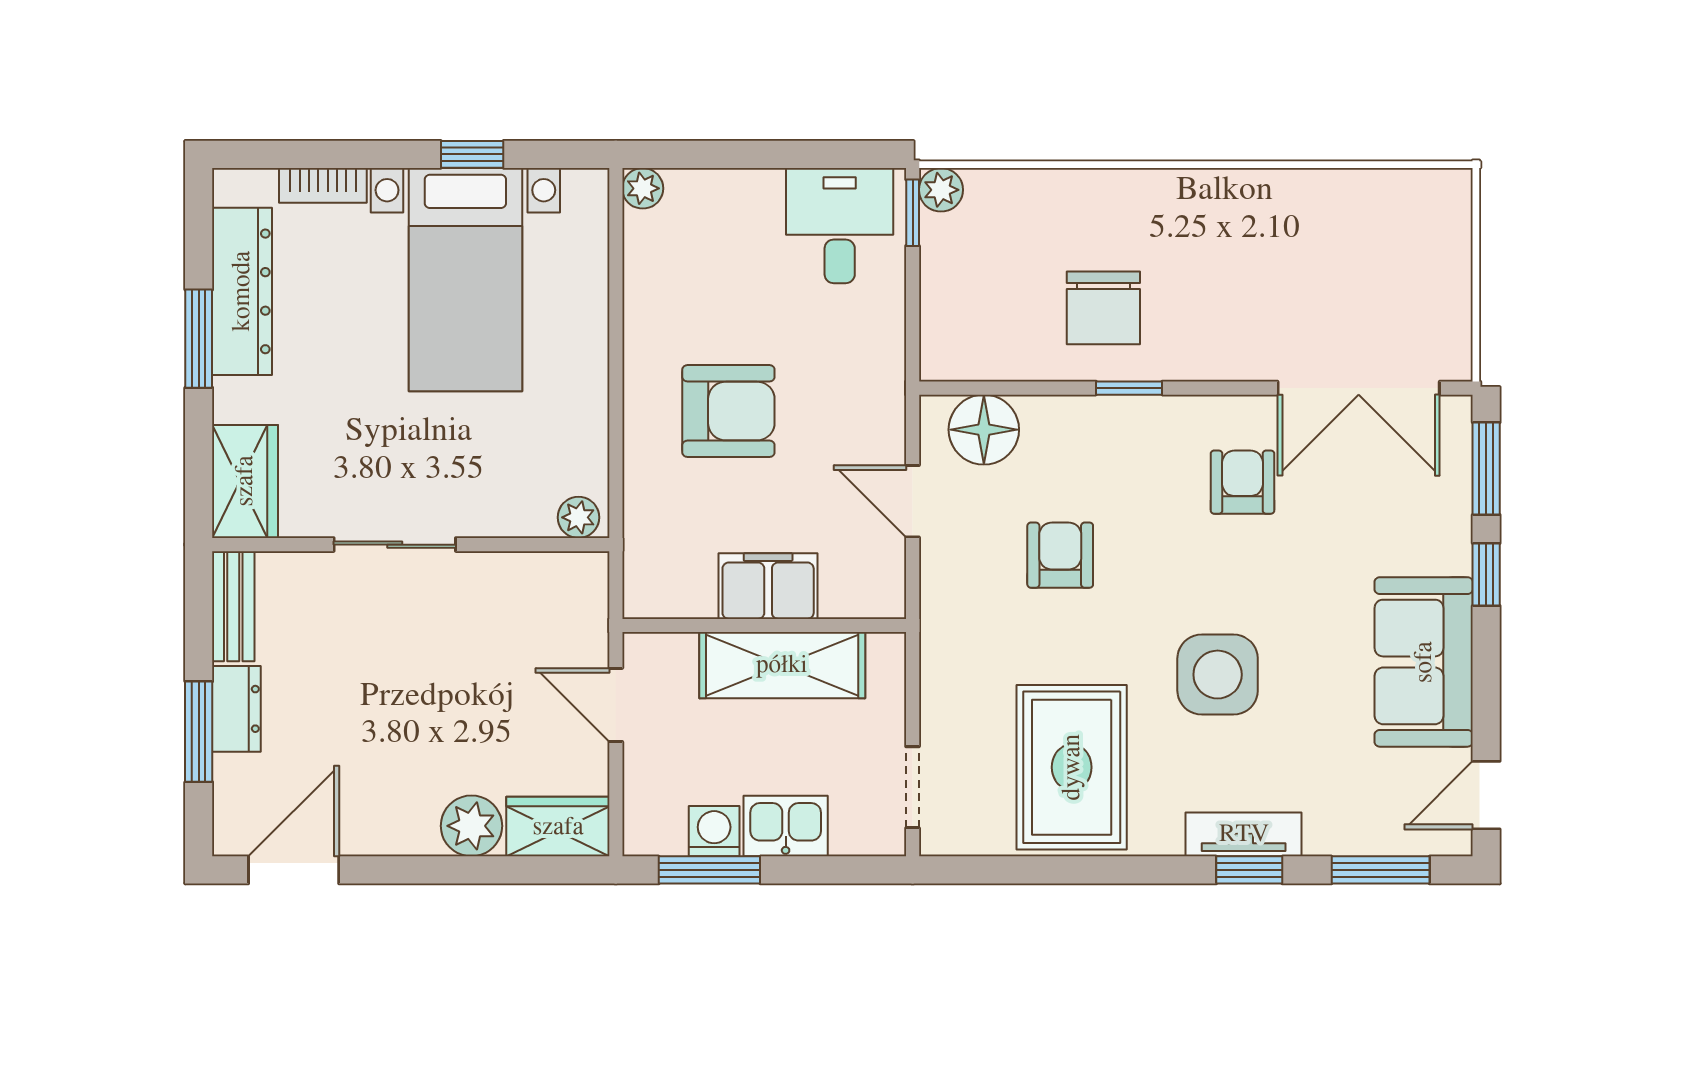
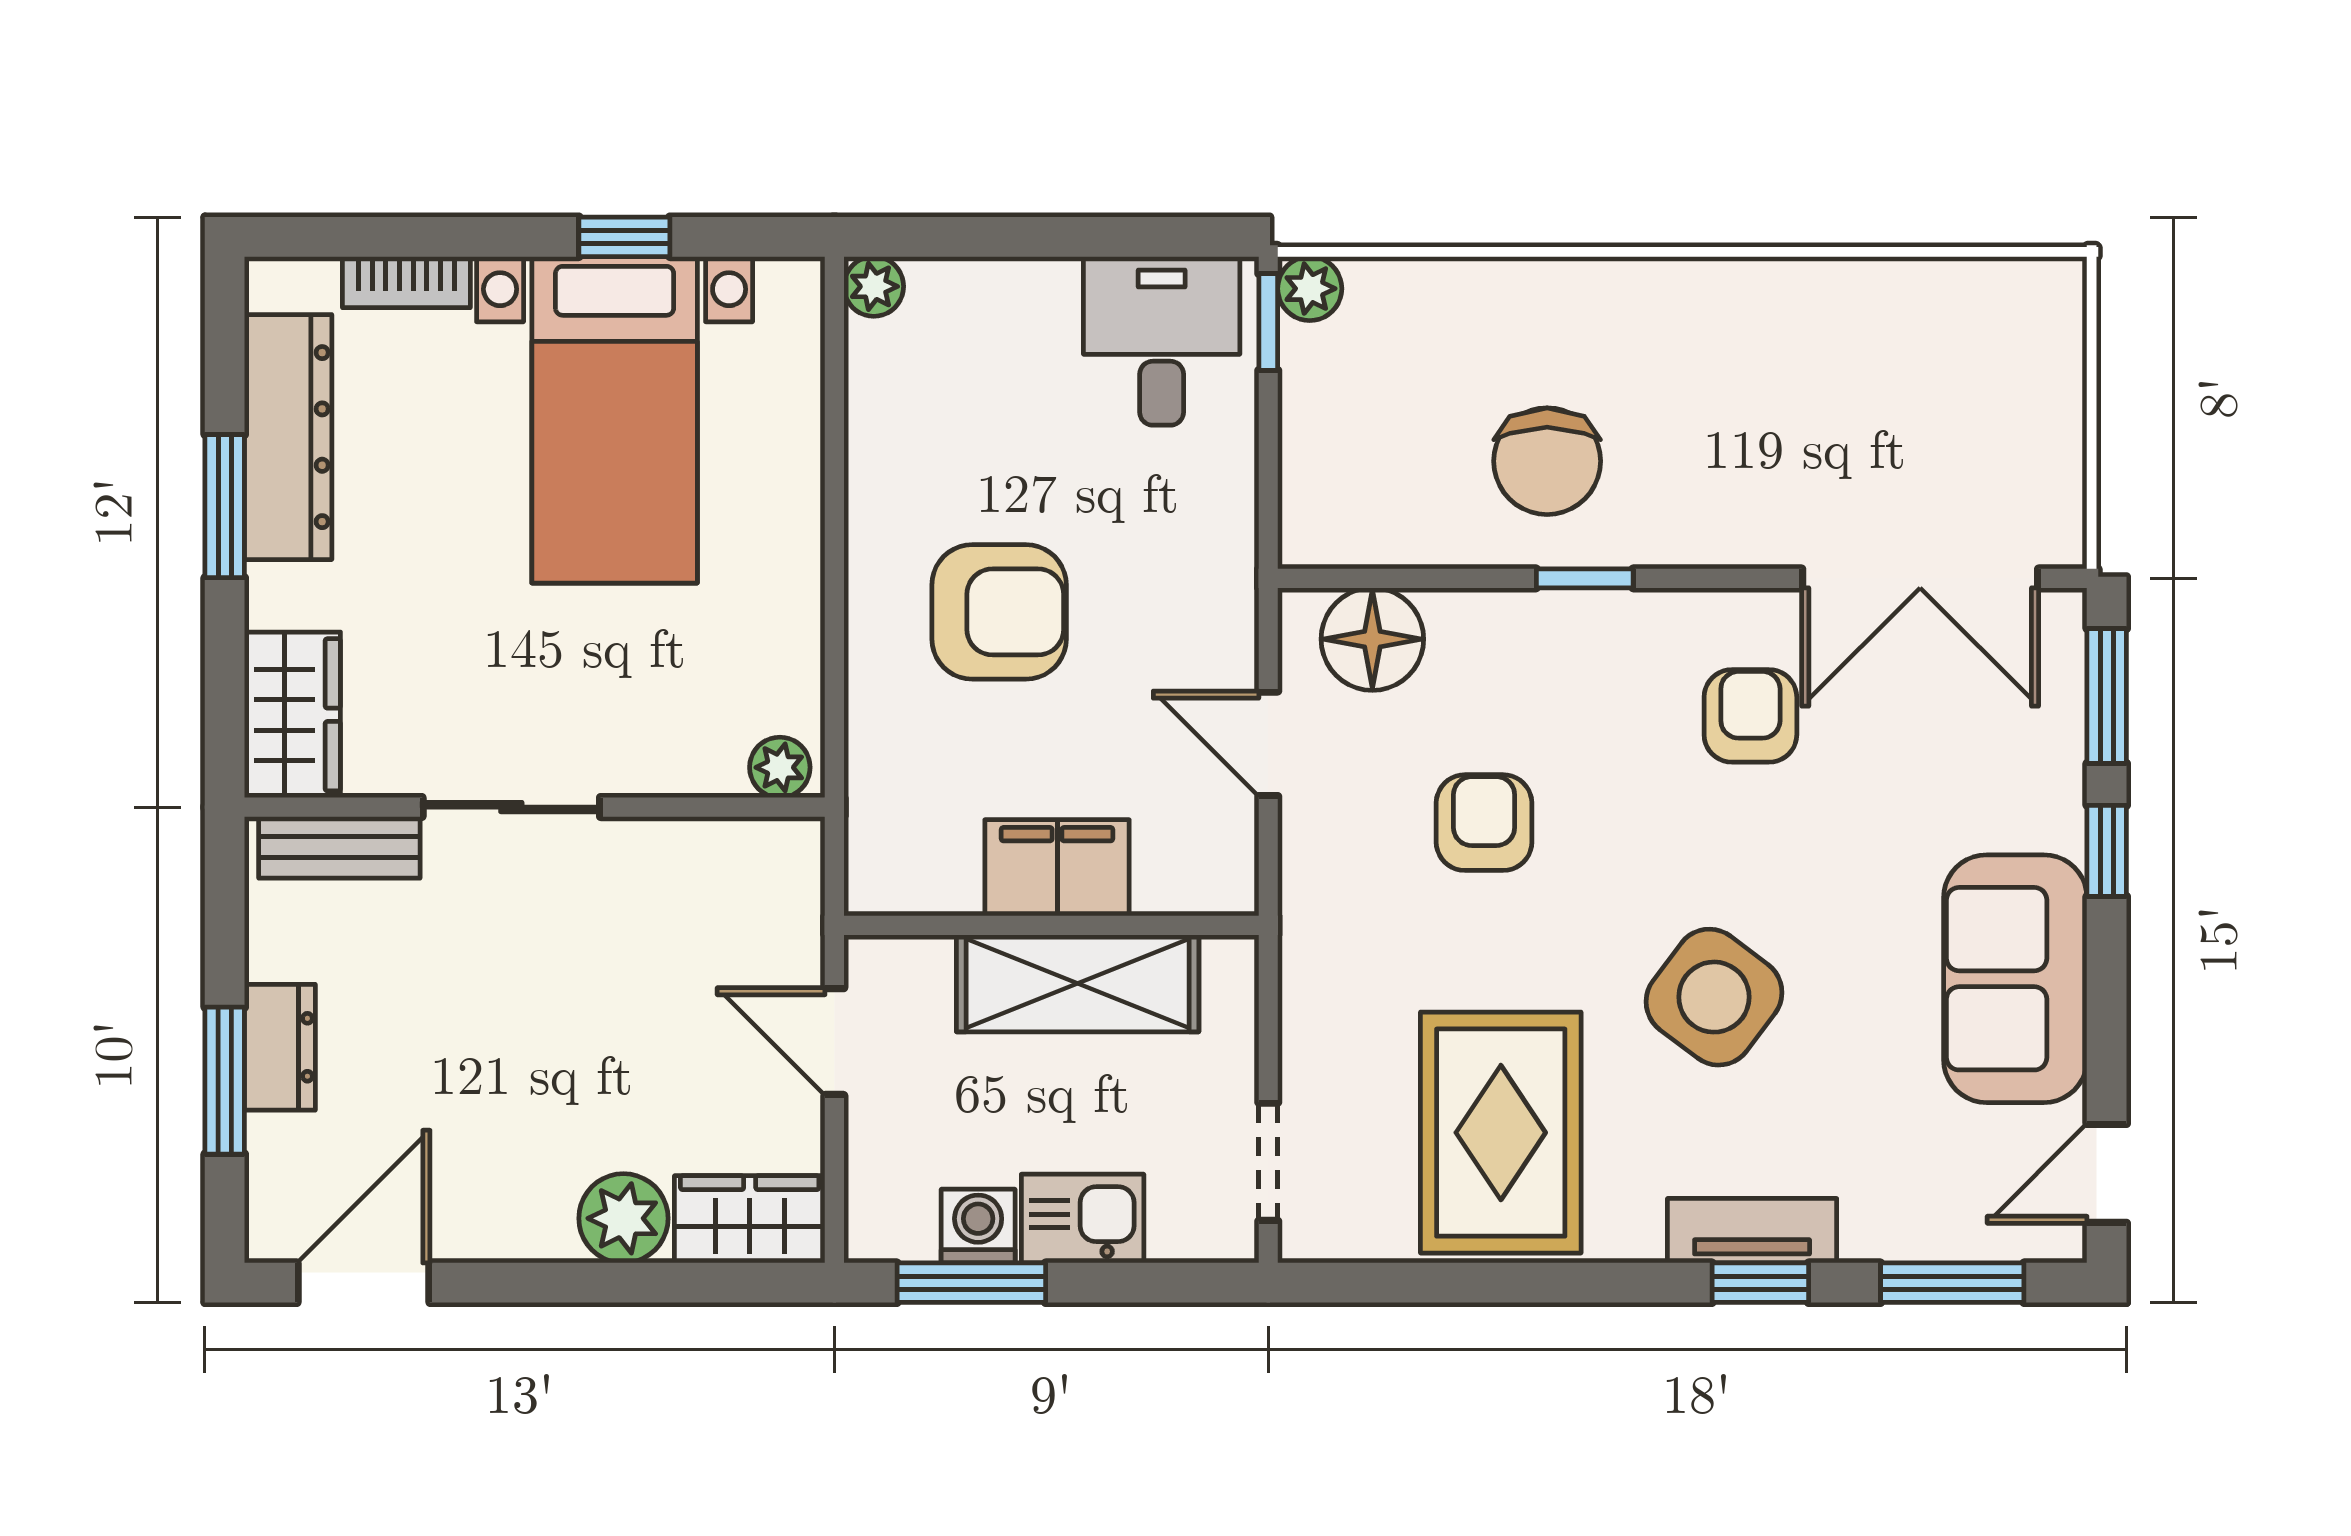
bench: (233, 606) -> (339, 847), moved, turned 90
side table: (1218, 675) -> (1714, 997), turned 37

